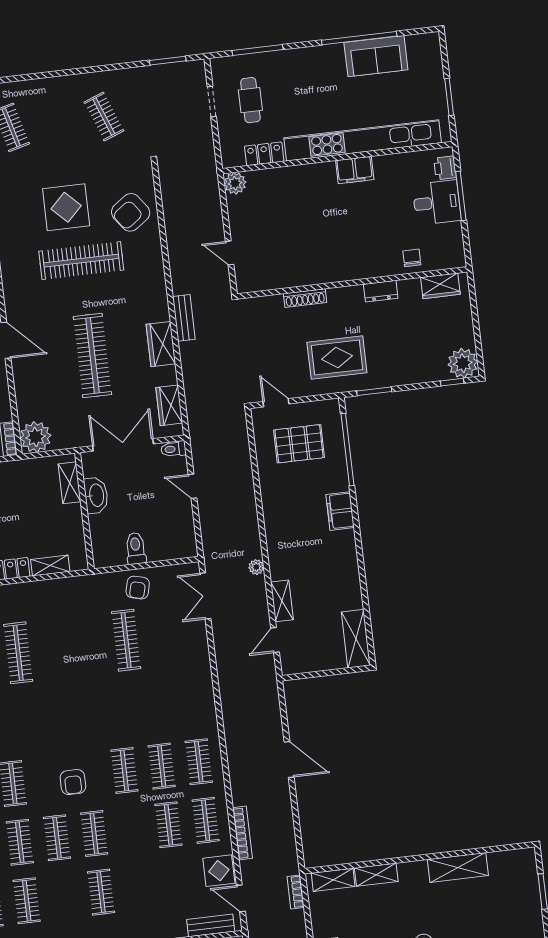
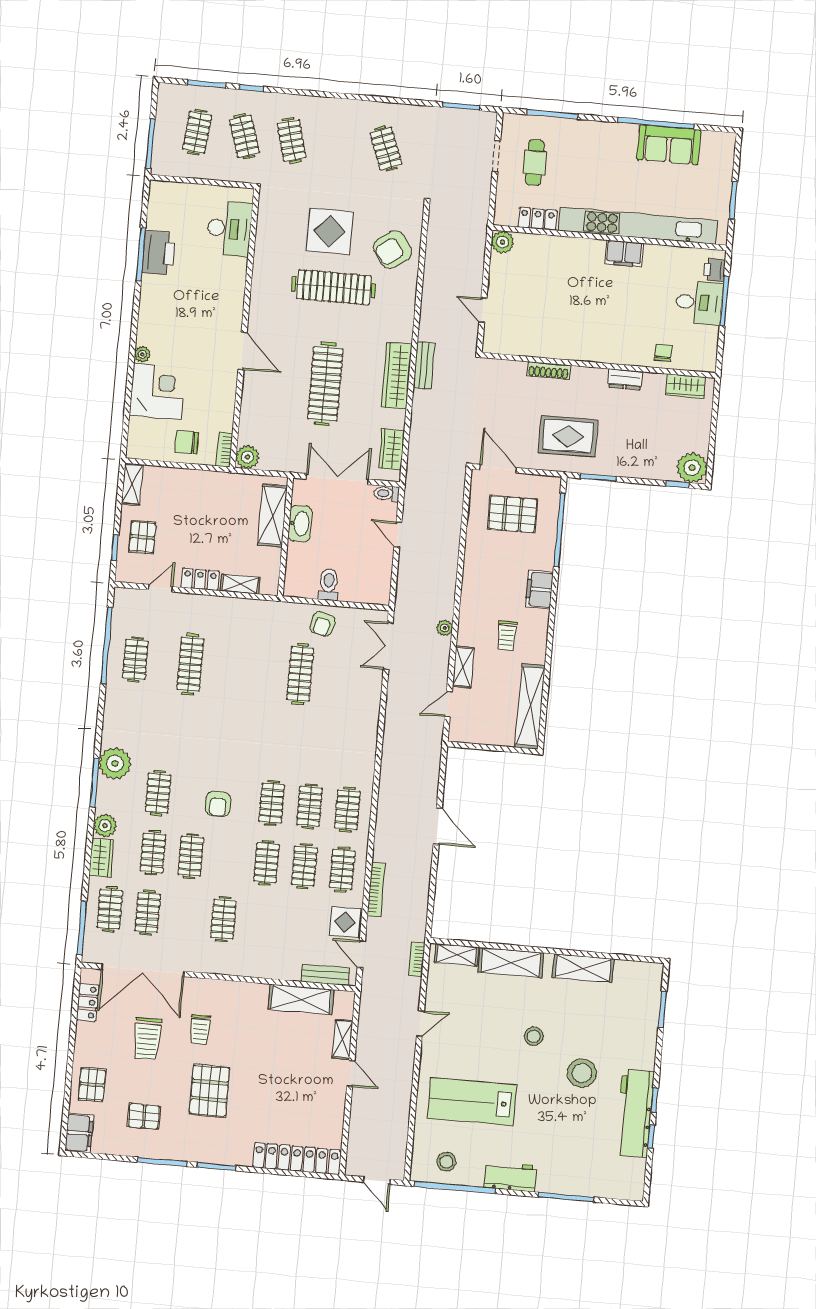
wardrobe: (161, 344) -> (397, 376), width x1.50
door: (276, 403) -> (498, 469), width x1.38
plant: (36, 437) -> (247, 457), width x0.73, depth x0.73
shelving: (70, 483) -> (272, 516), width x1.50, depth x1.33
trolley: (318, 562) -> (507, 636), added
shelving: (356, 639) -> (530, 706), width x1.47
clothes rail: (94, 833) -> (266, 863), moved
shelving: (376, 875) -> (511, 963), width x1.50, depth x1.33

